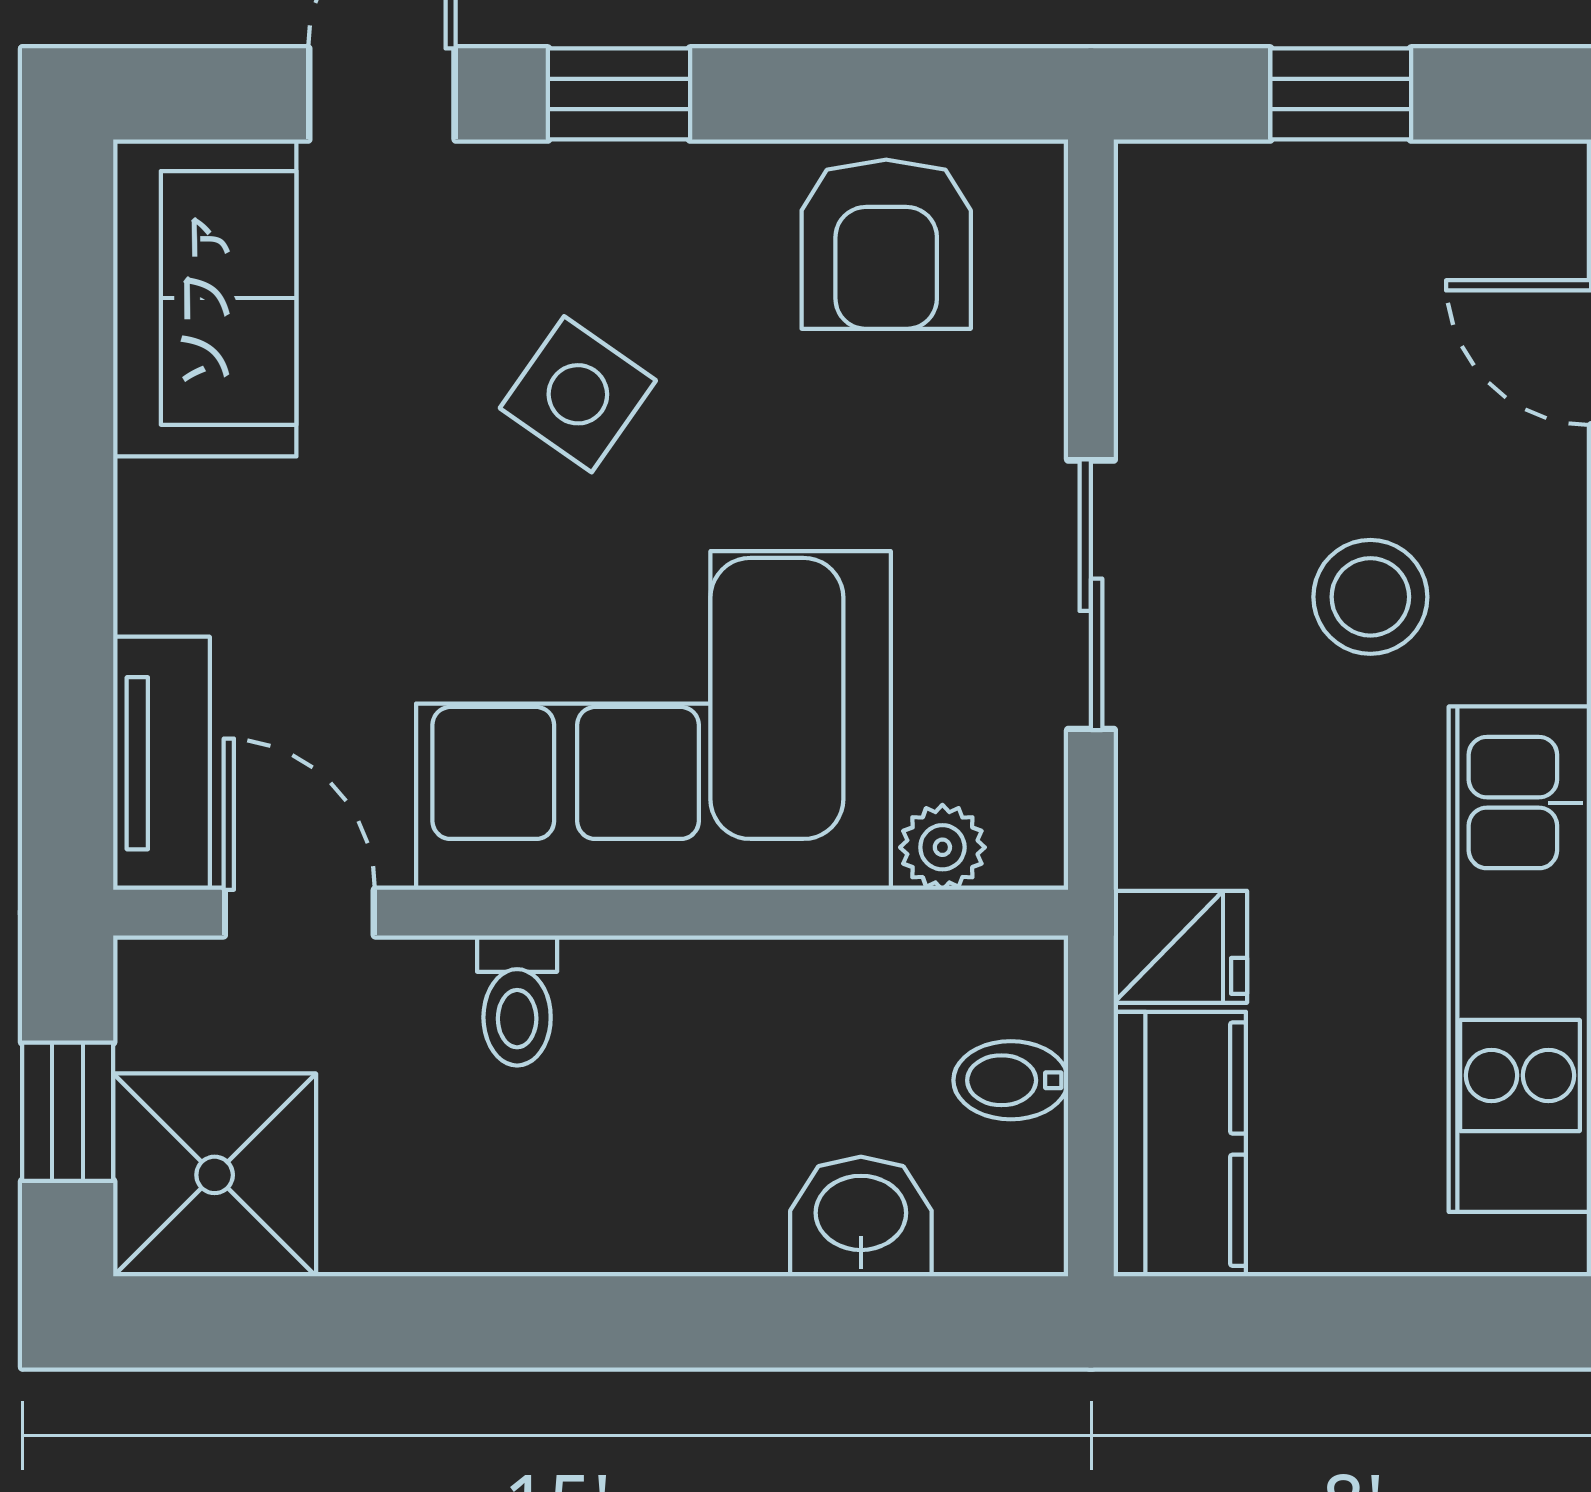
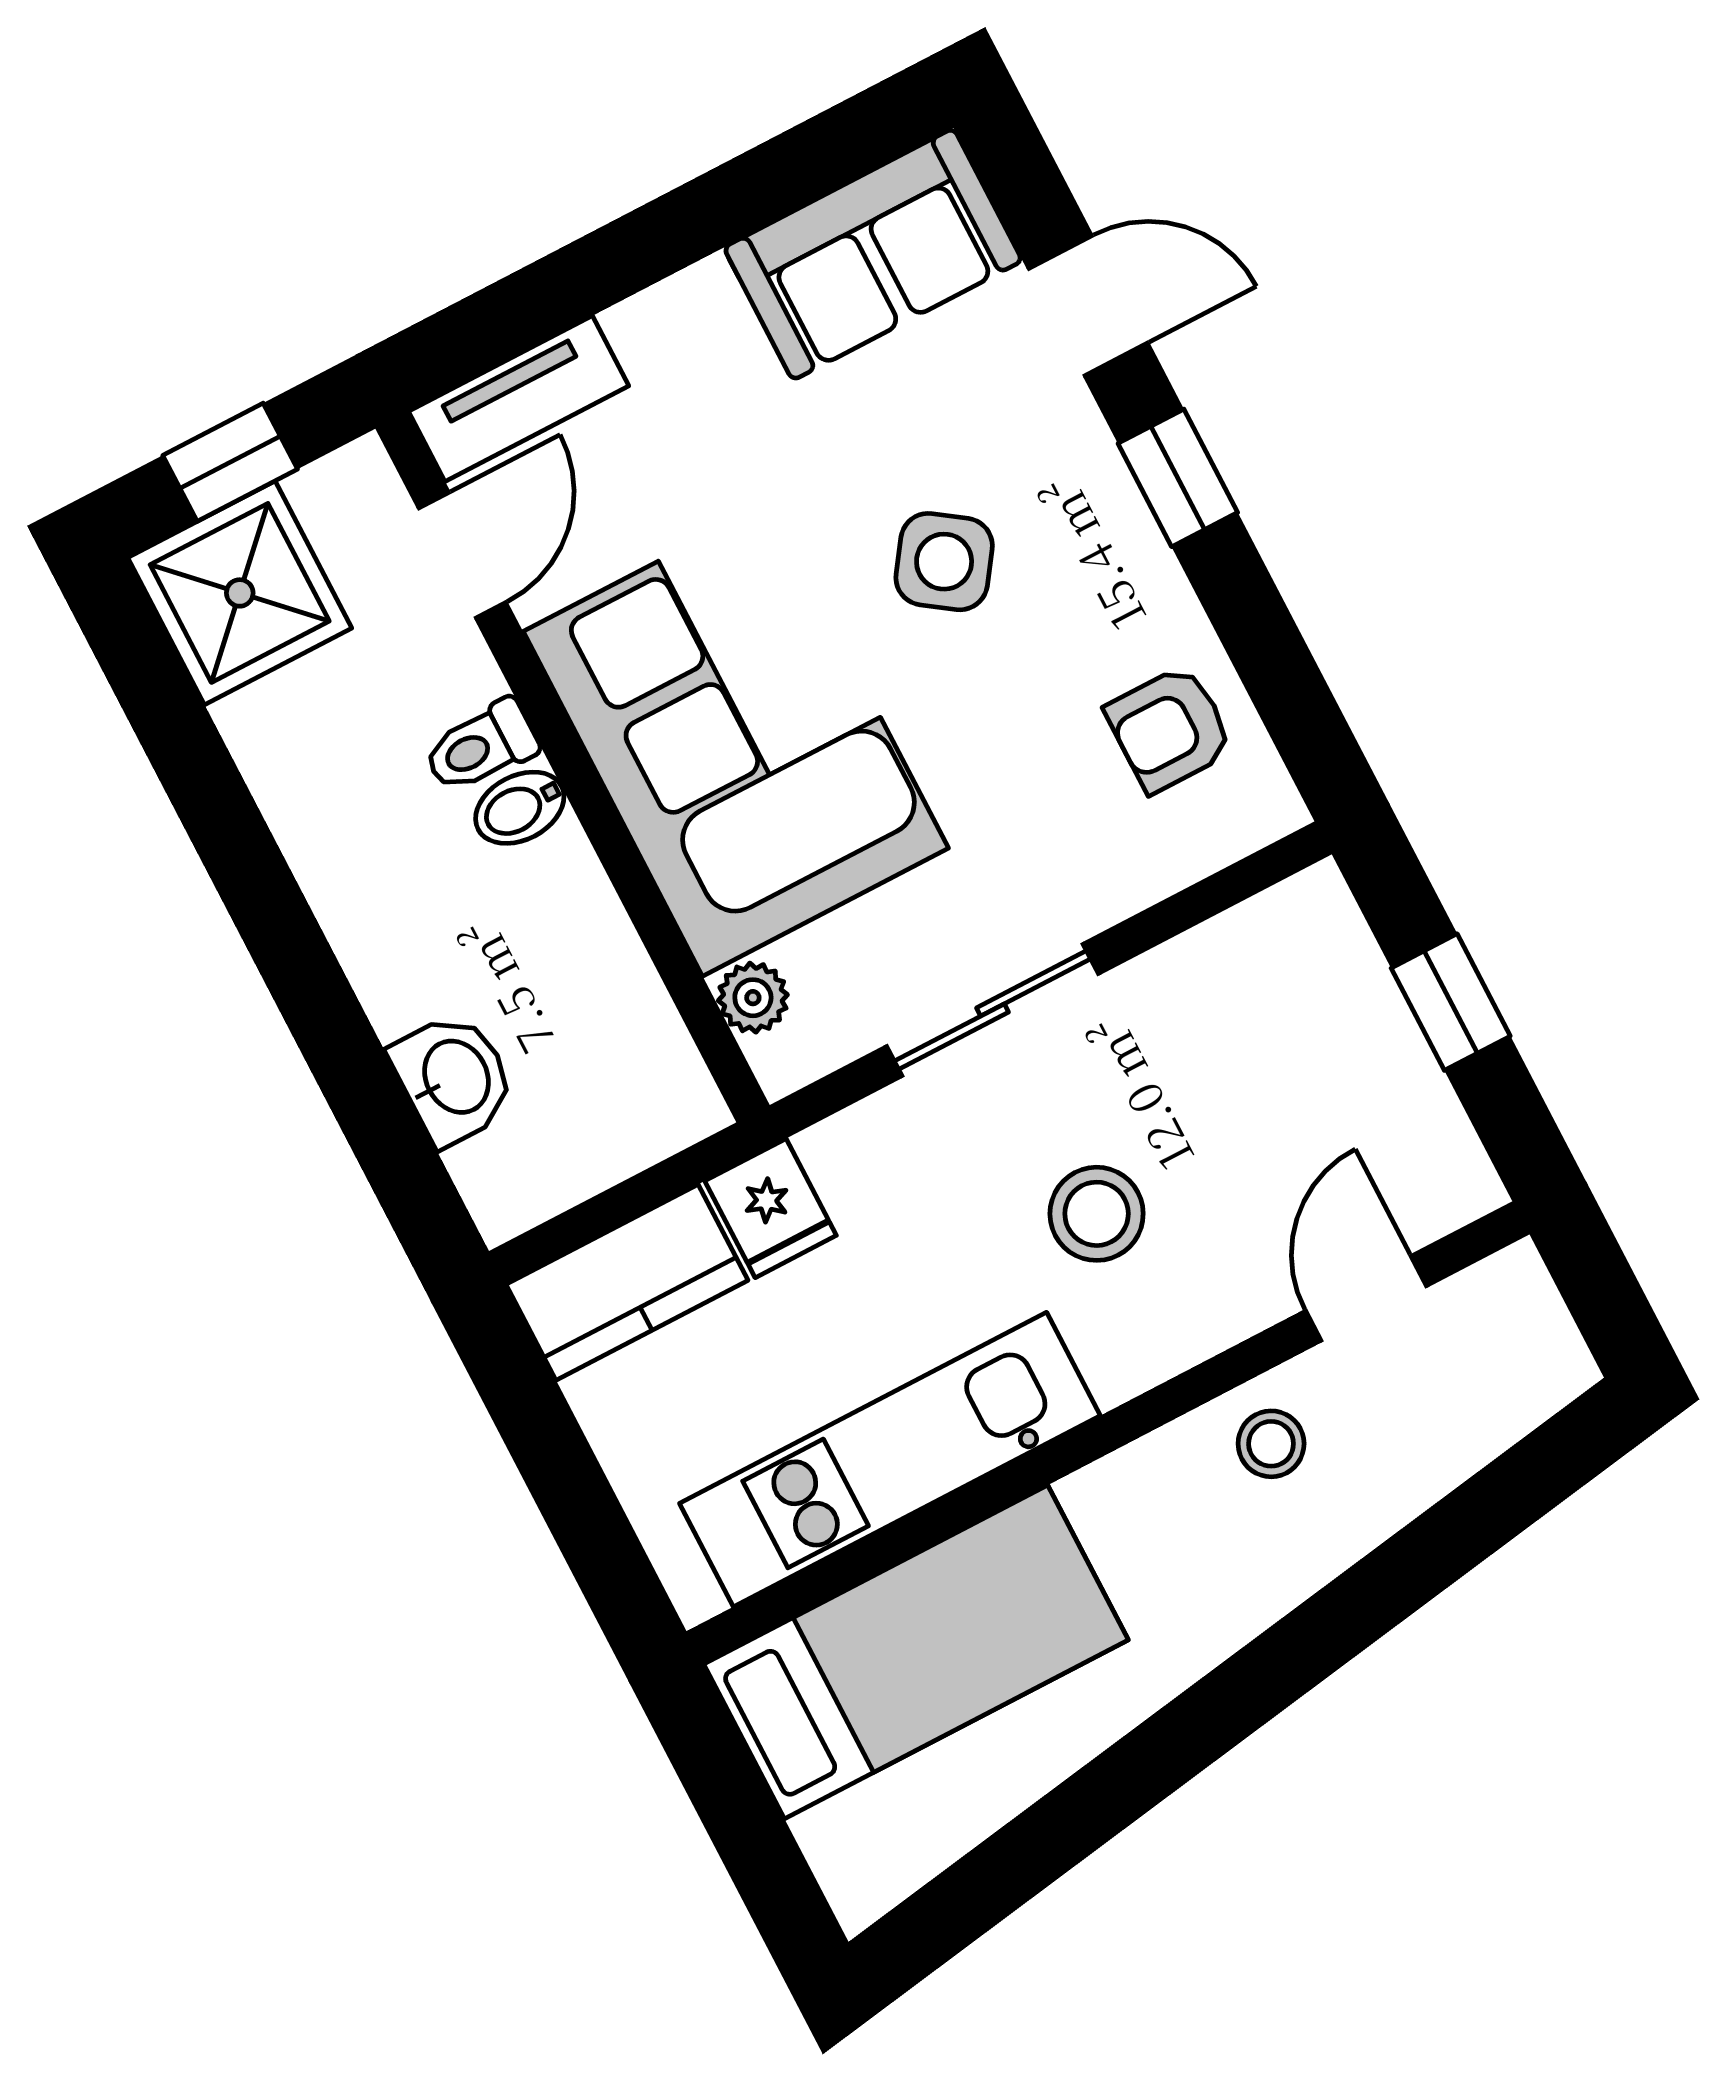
armchair: (886, 244) -> (1170, 729), width x0.72, depth x0.72
bidet: (1011, 1080) -> (520, 808), moved, turned -90

